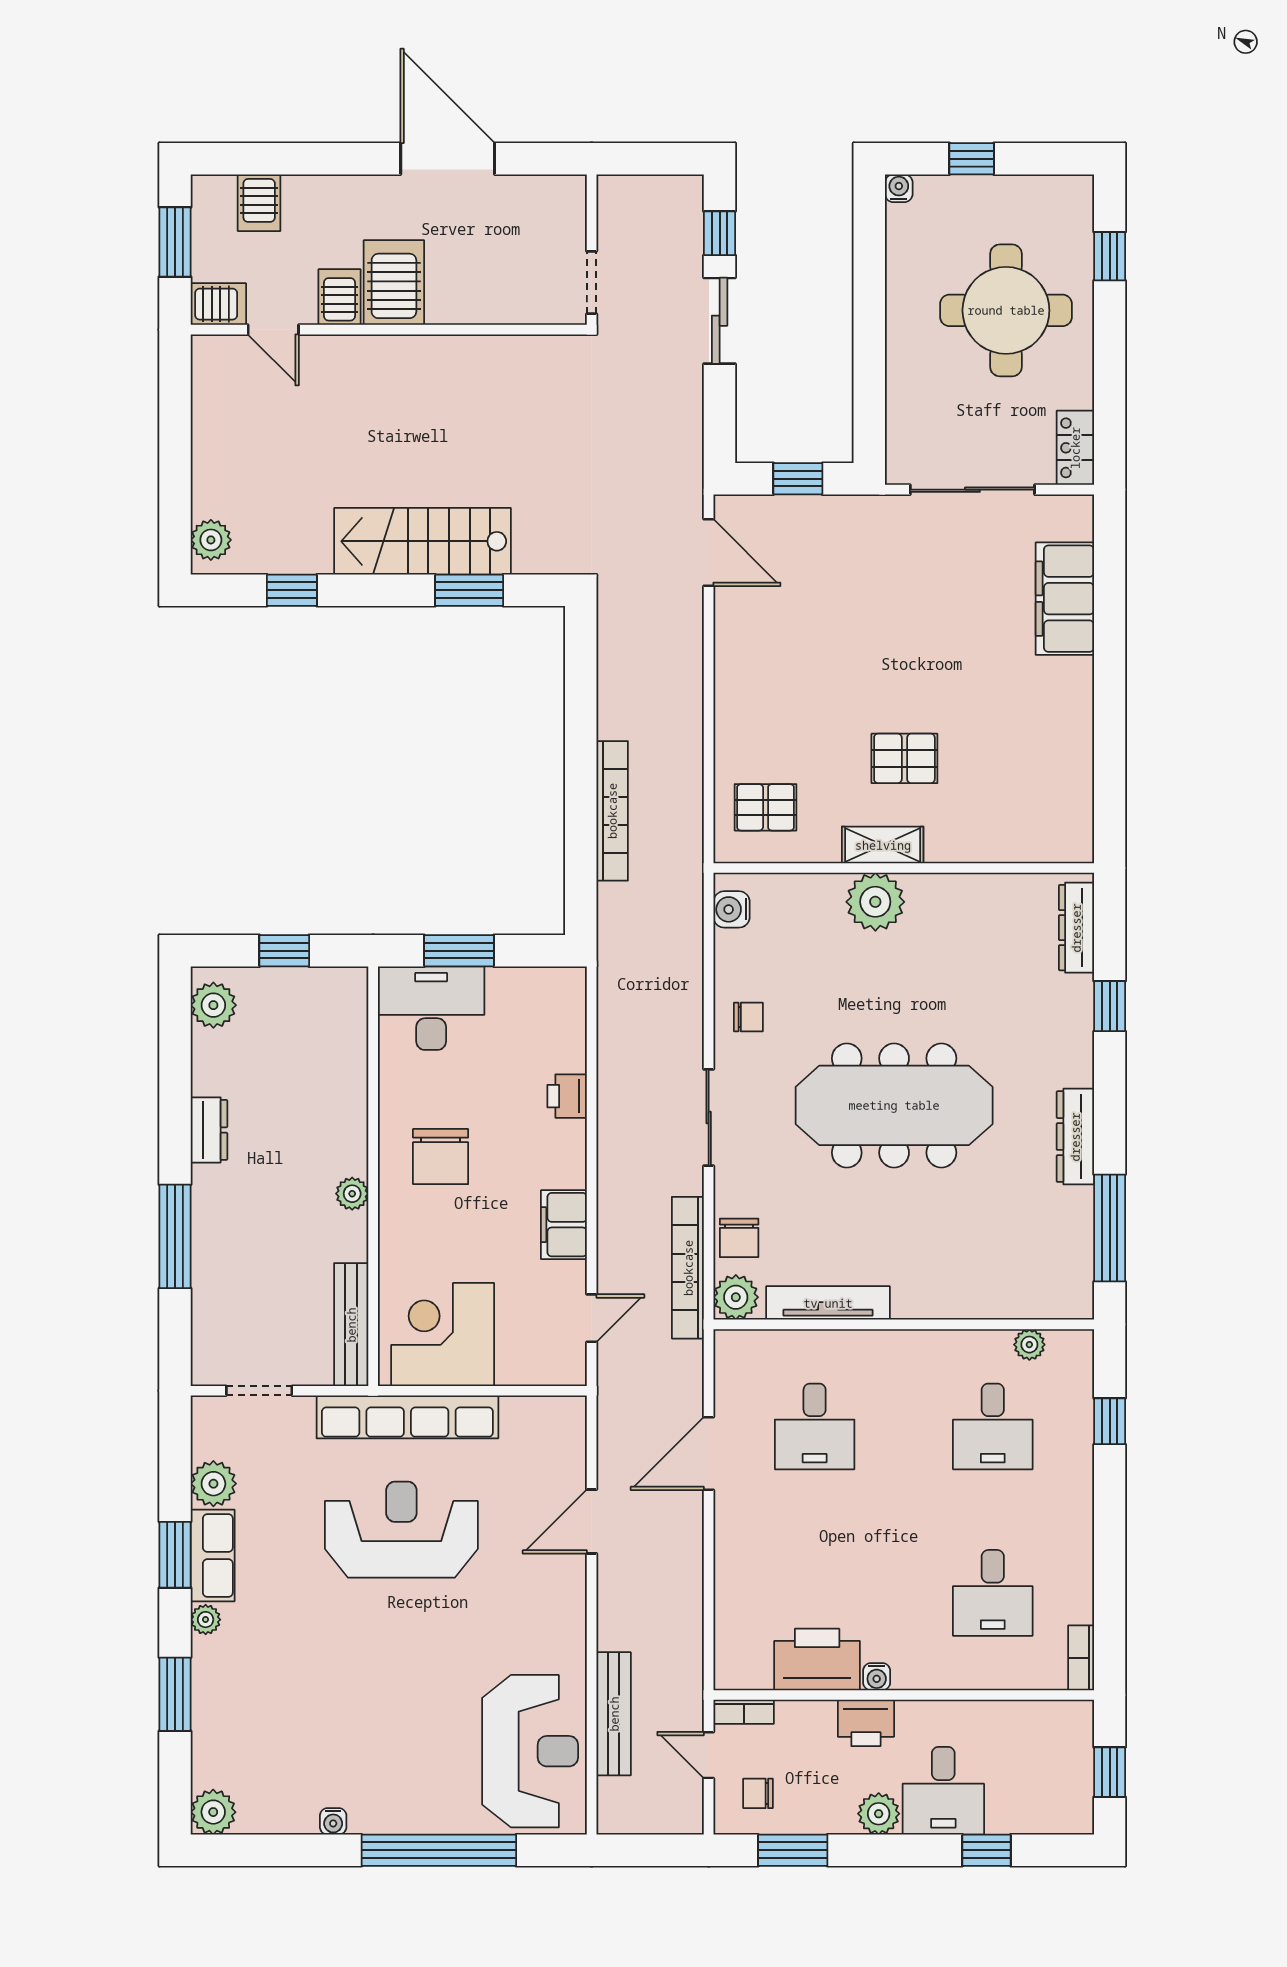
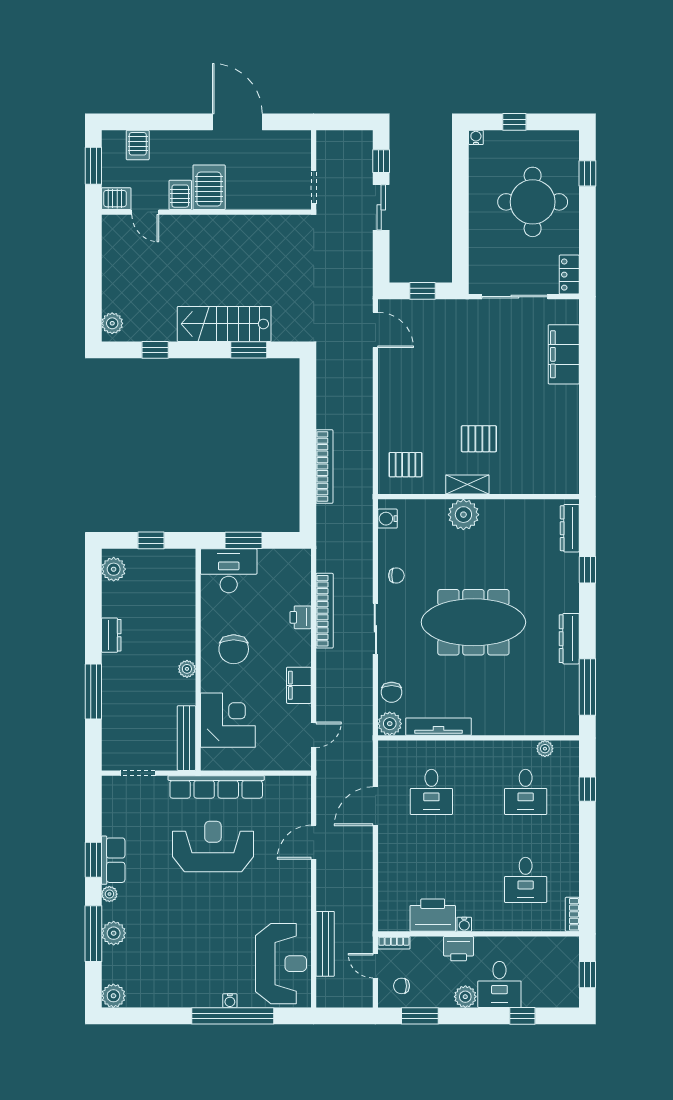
bookcase: (688, 1268) -> (325, 611), moved, turned 180
corner desk: (443, 1334) -> (228, 720), moved, turned 90
plant: (213, 1484) -> (114, 933), moved
window: (175, 1694) -> (93, 934), width x1.44
water cooler: (333, 1821) -> (230, 1001), moved

